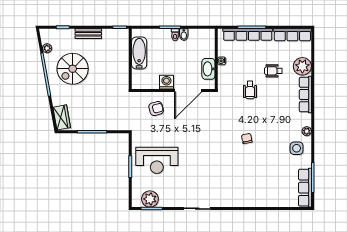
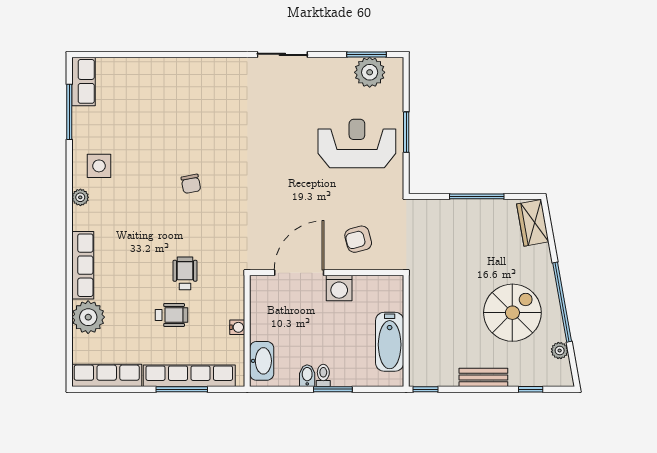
washbasin: (208, 69) -> (262, 361), moved
wheelchair: (273, 71) -> (171, 315), moved
row of seats: (305, 188) -> (83, 81), width x0.68

